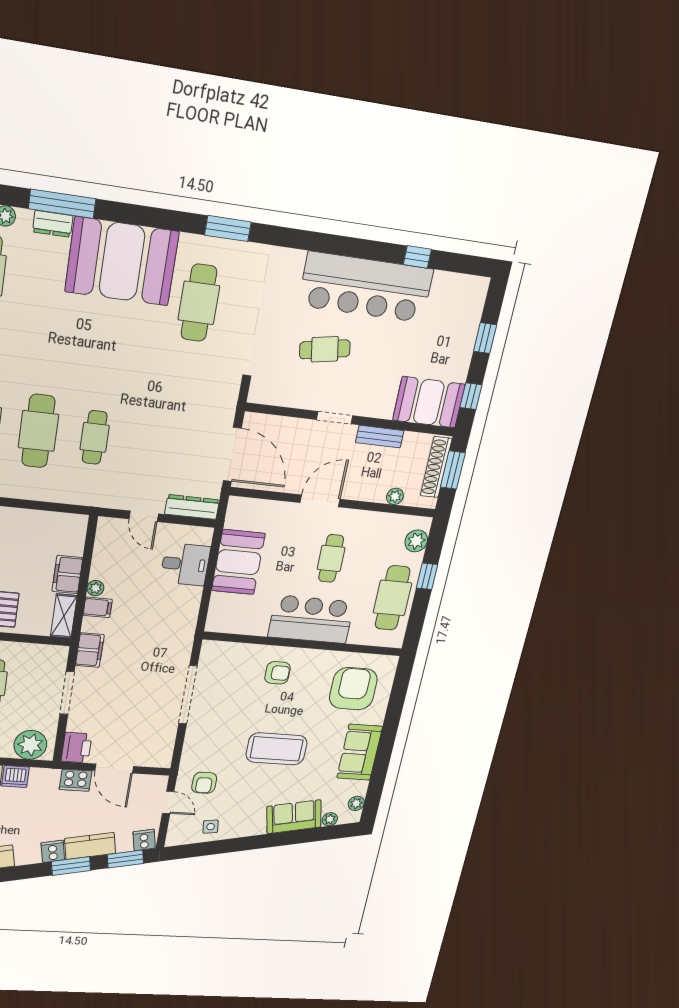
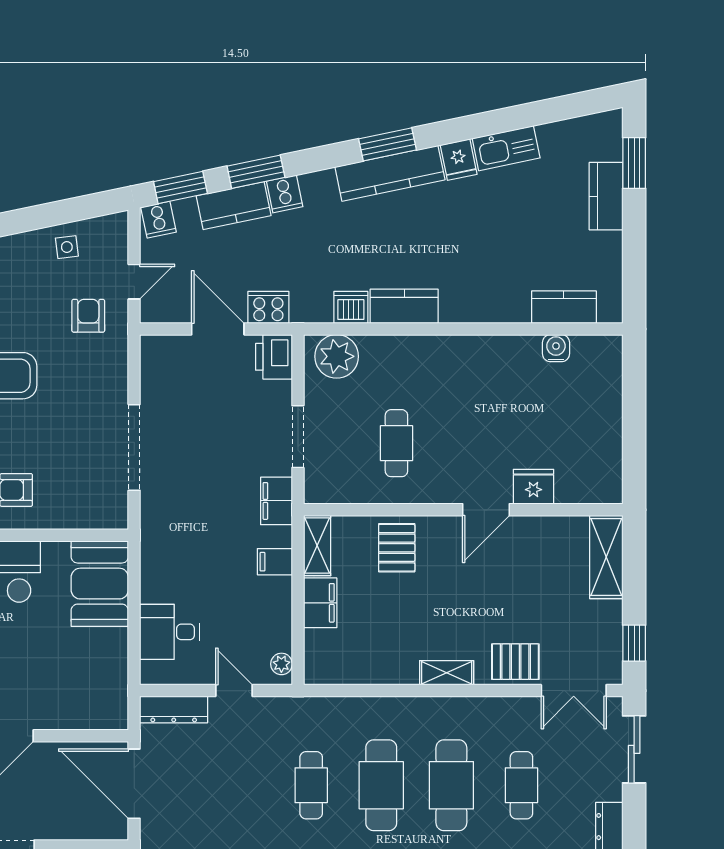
booth: (238, 562) -> (100, 584), moved
plant: (95, 588) -> (281, 664), moved
door: (168, 802) -> (134, 282), swing flipped

